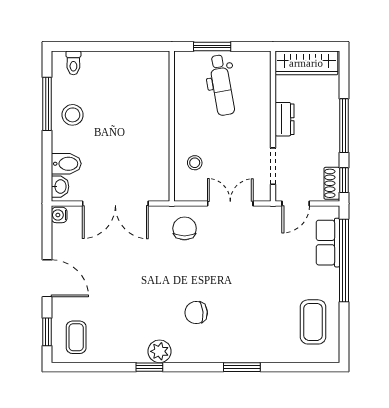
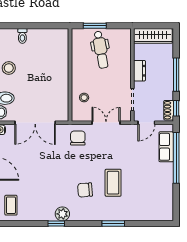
toilet: (73, 63) -> (22, 36), moved
coffee table: (313, 322) -> (113, 183), moved

